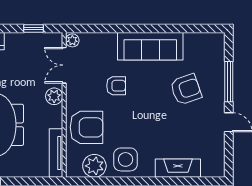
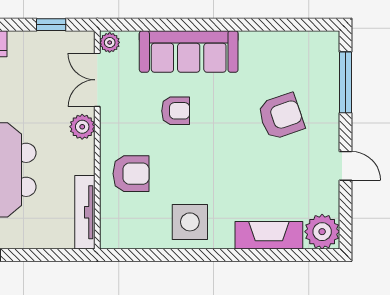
sofa: (150, 46) -> (189, 51), moved
window: (229, 82) -> (346, 82), moved
armchair: (86, 127) -> (131, 174), width x0.73, depth x0.73
plant: (94, 166) -> (322, 232), moved

